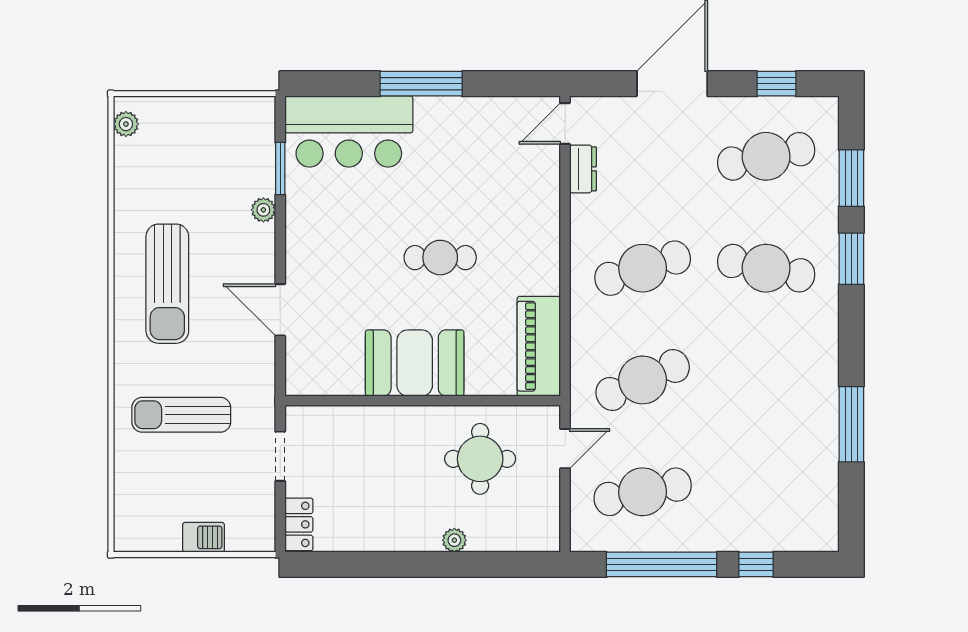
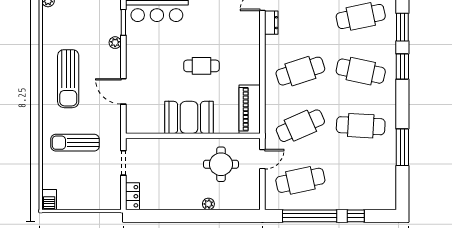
cafe table: (766, 380) -> (361, 126), added
barbecue: (204, 537) -> (49, 200), moved, turned 90

